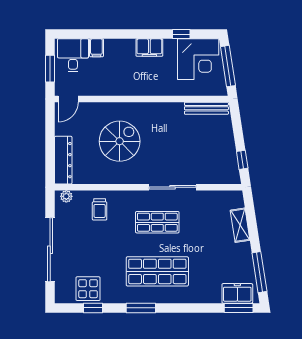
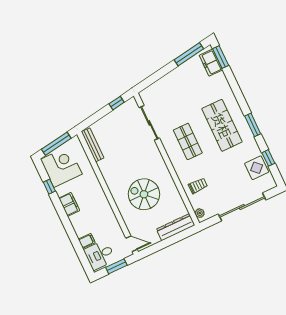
sliding door: (173, 187) -> (149, 123), moved
shelving: (240, 225) -> (163, 83), removed

